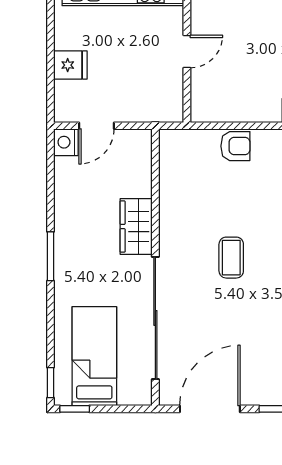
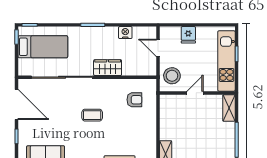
door: (187, 52) -> (195, 93), swing flipped
stool: (152, 98) -> (172, 76), added
nightstand: (66, 142) -> (125, 33), moved
armchair: (235, 146) -> (134, 100), moved, turned -90

